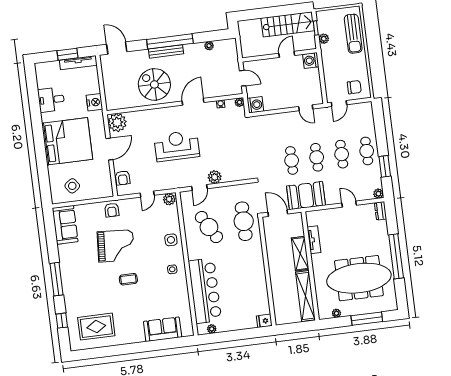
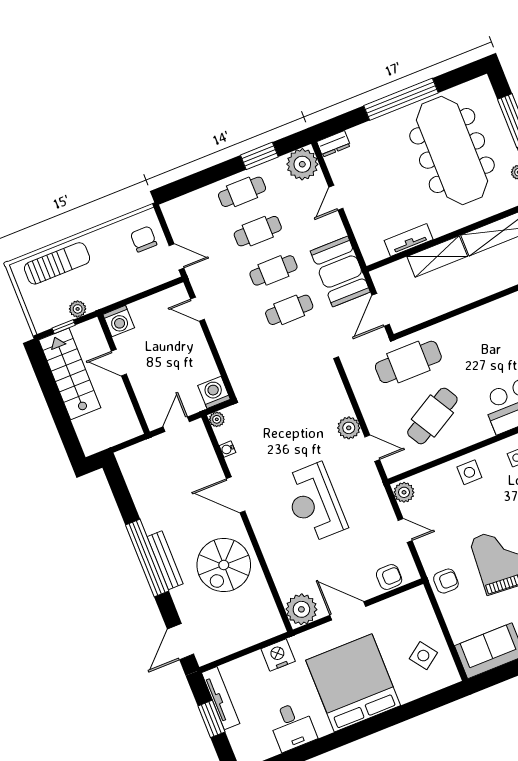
plant: (209, 46) -> (138, 493), removed
door: (306, 108) -> (198, 309), swing flipped
plant: (378, 194) -> (302, 164), width x1.87, depth x1.87

